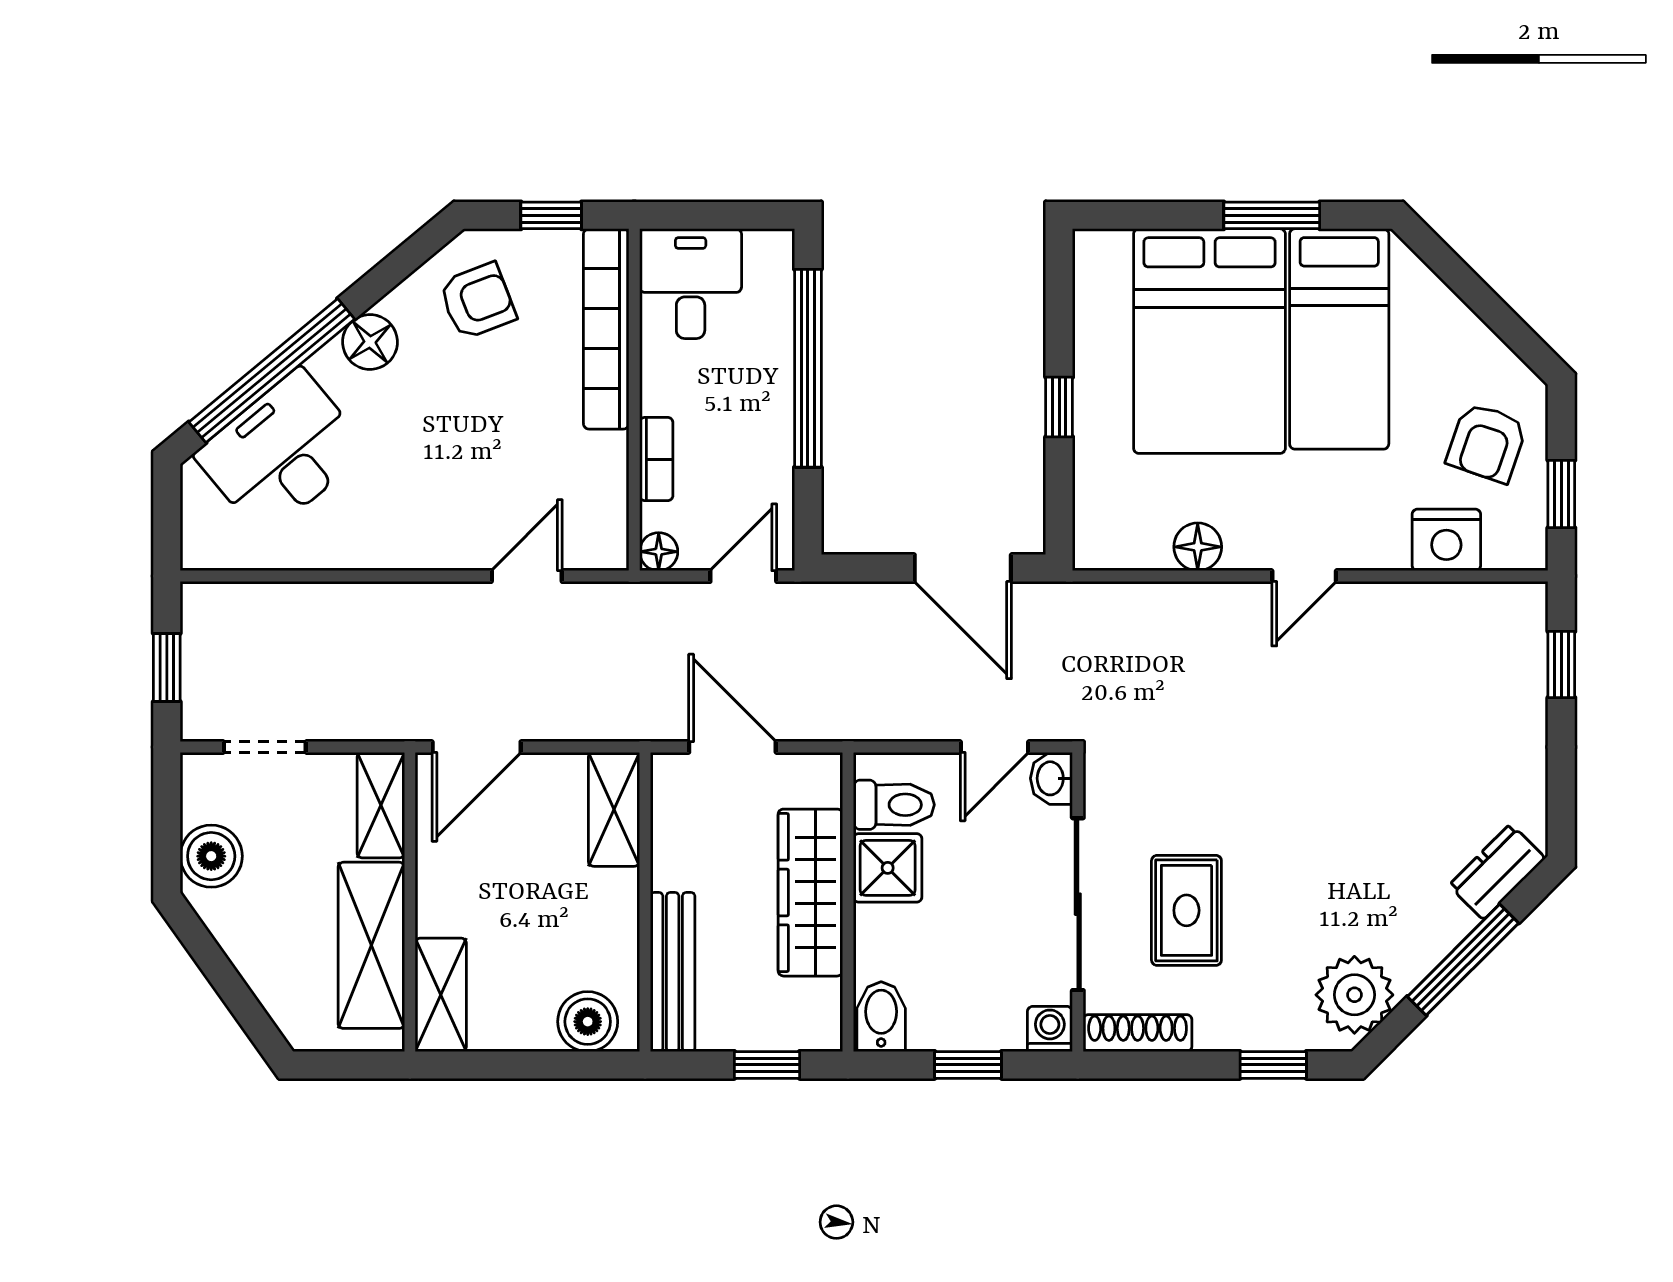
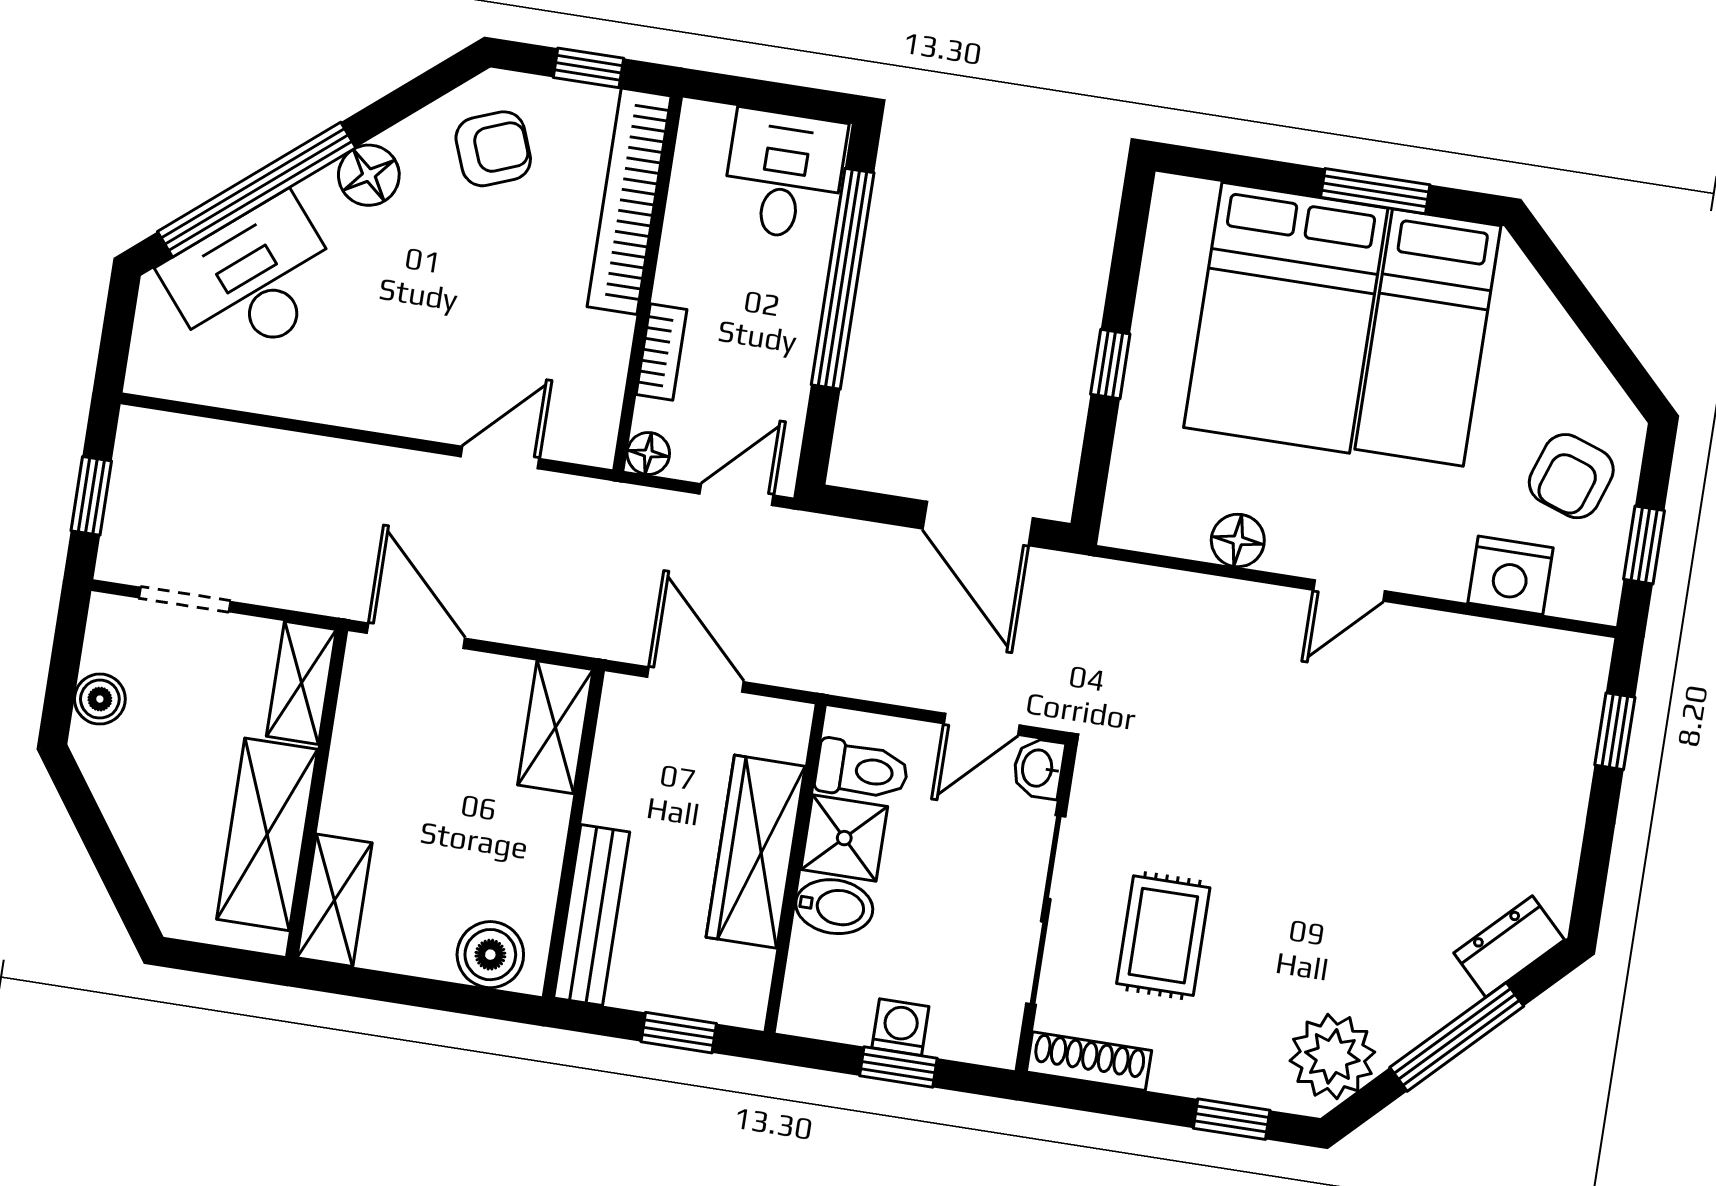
desk: (691, 284) -> (784, 175), moved
door: (477, 747) -> (416, 636), swing flipped
boiler: (211, 856) -> (100, 699), width x0.73, depth x0.73
bidet: (881, 1017) -> (834, 907), moved, turned 90
washing machine: (1050, 1029) -> (900, 1027), moved

